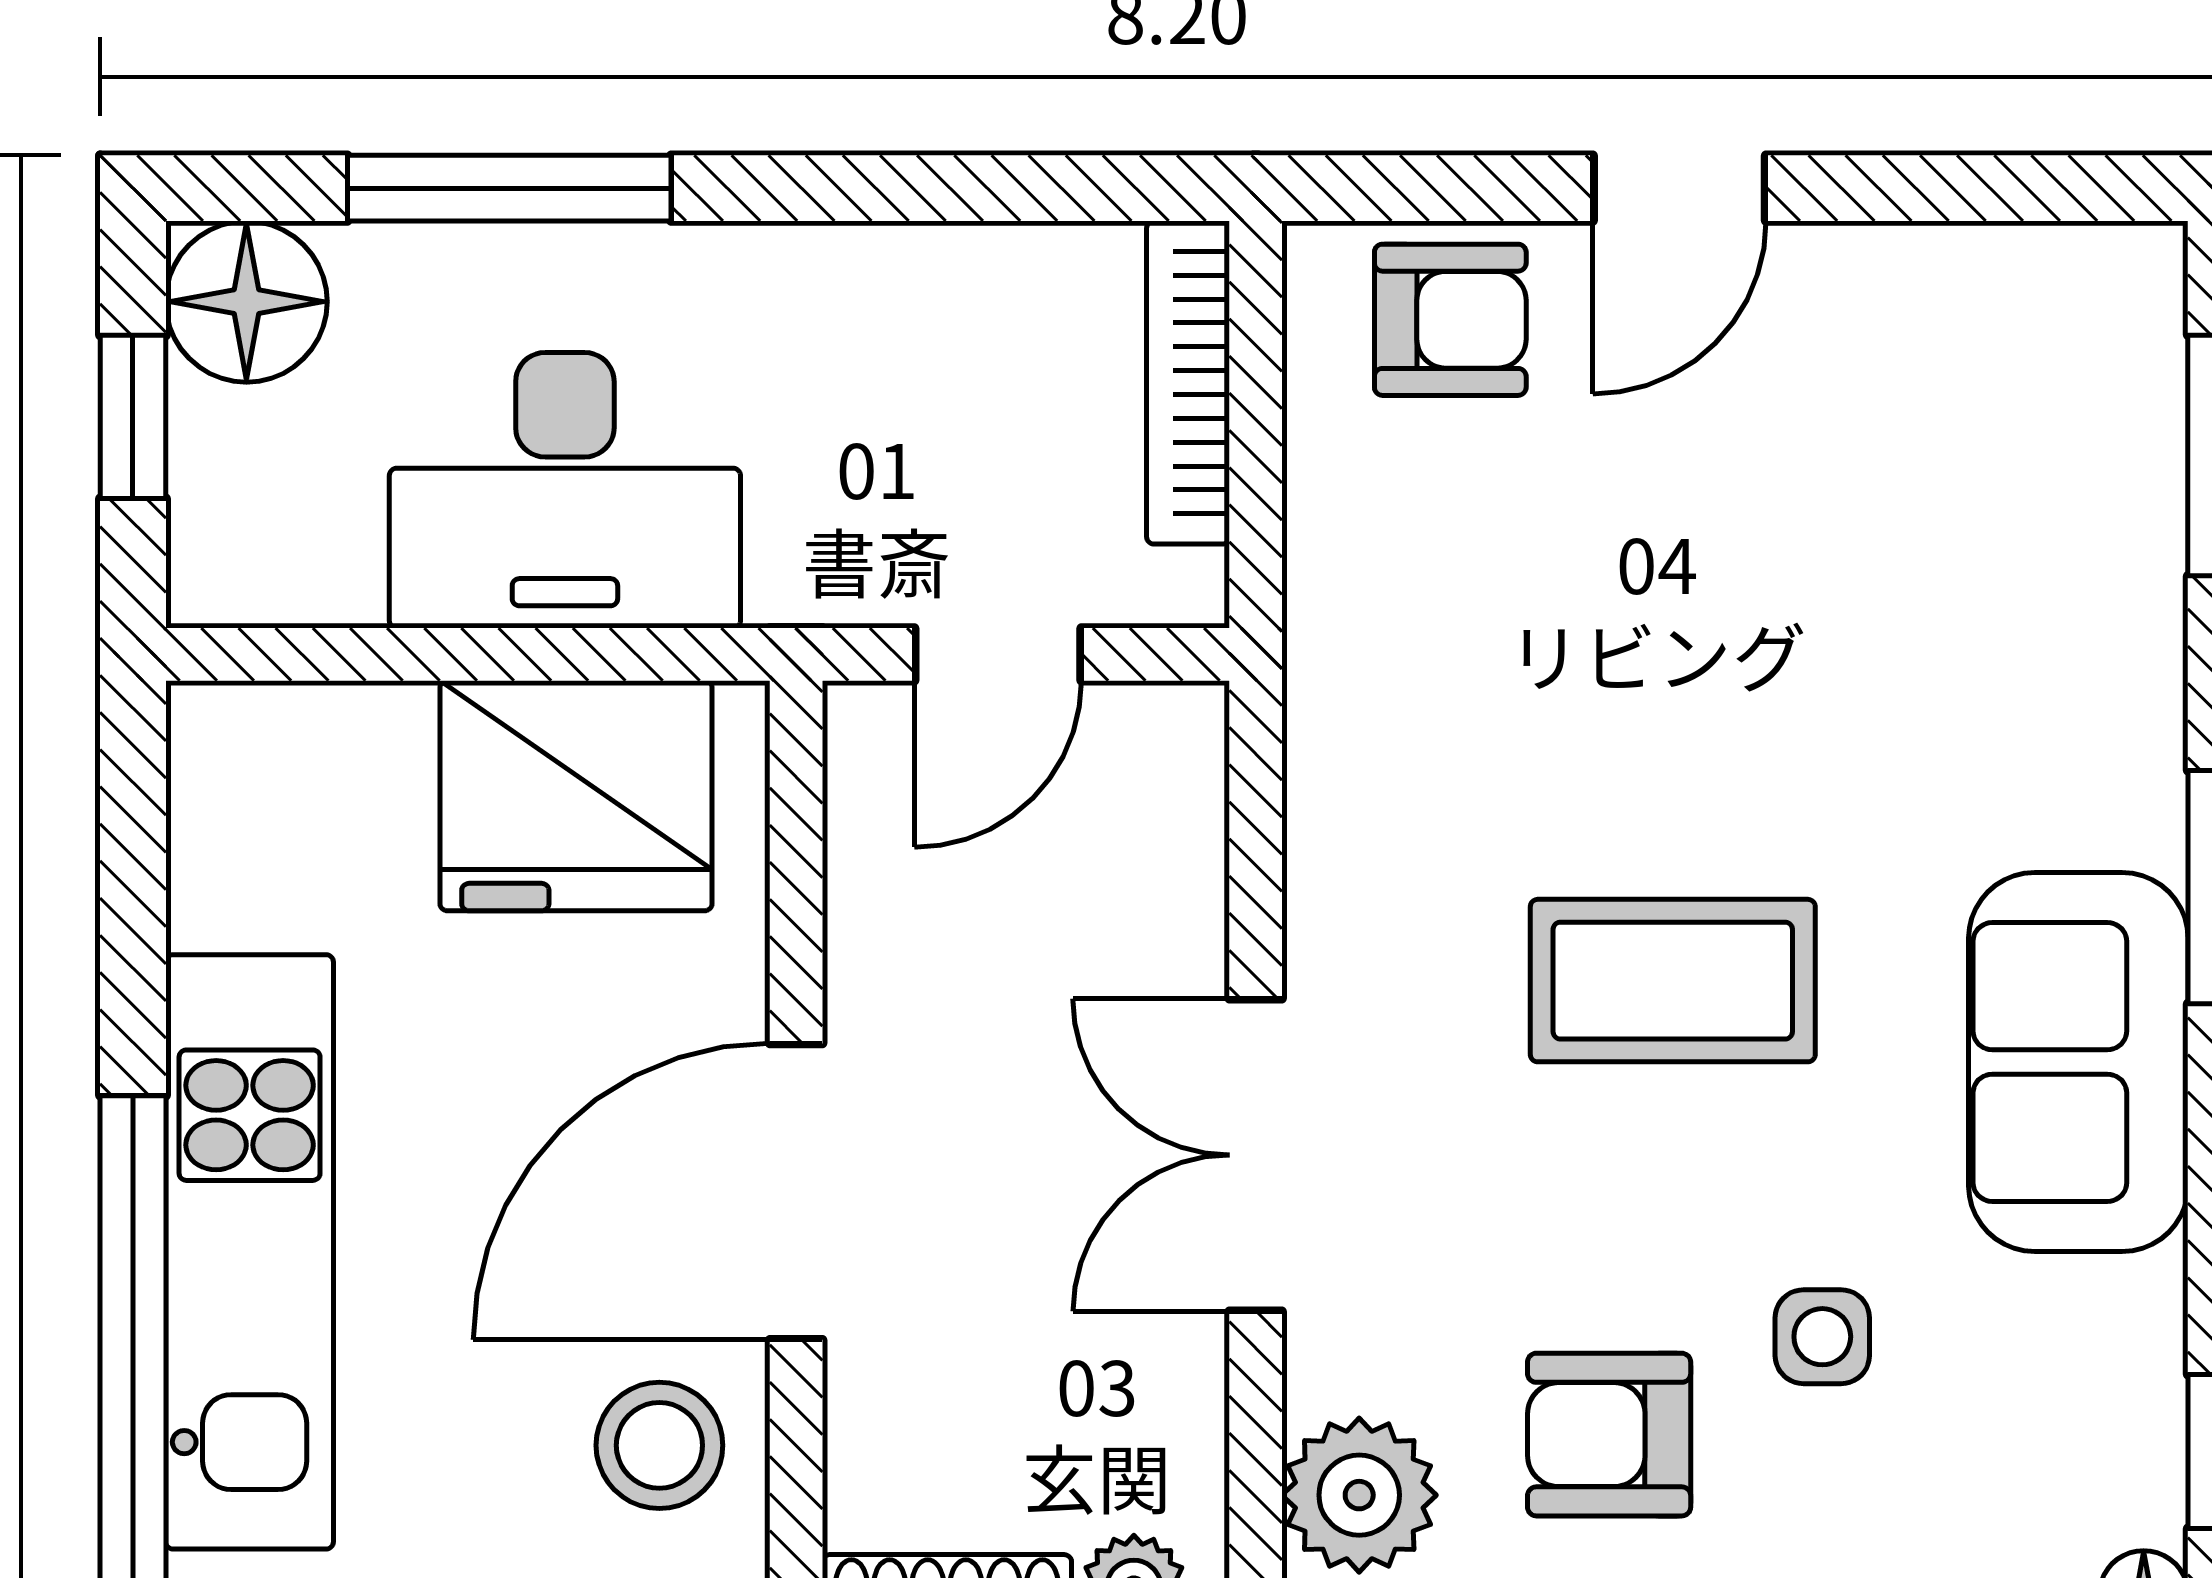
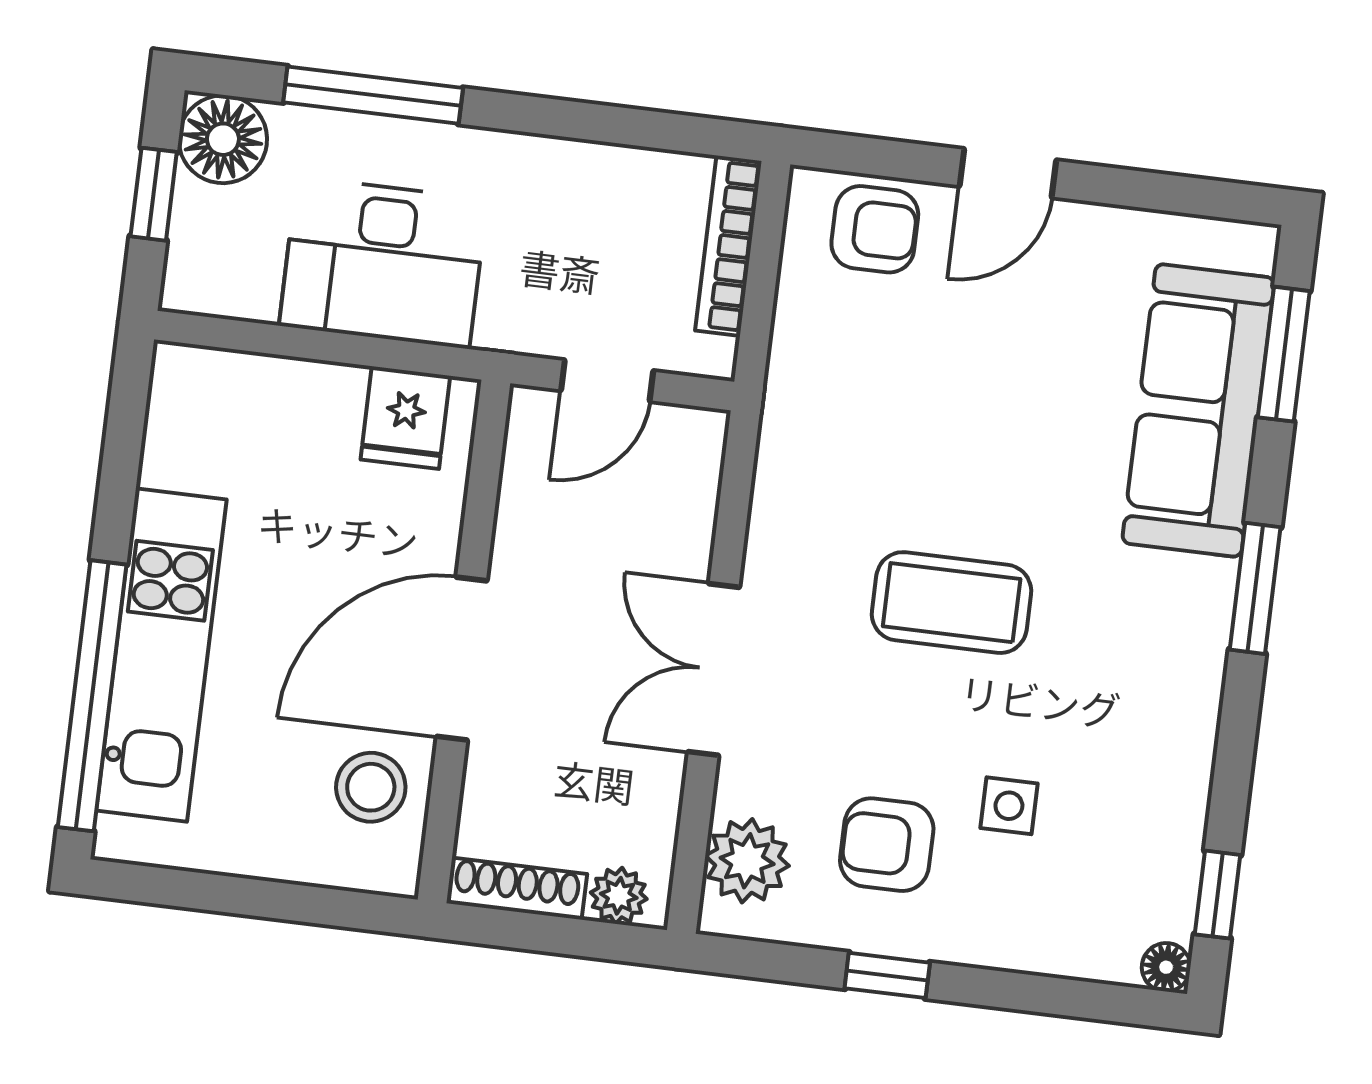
fridge: (576, 796) -> (405, 418), width x0.53, depth x0.75
sofa: (2078, 1062) -> (1198, 410), moved, width x1.36

